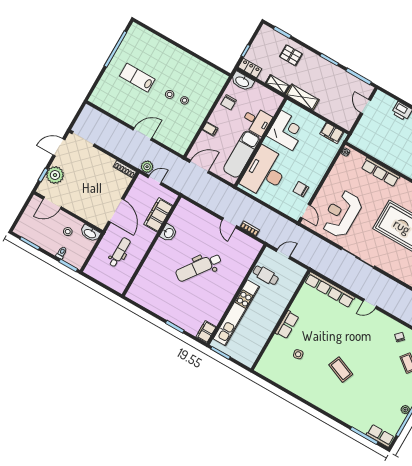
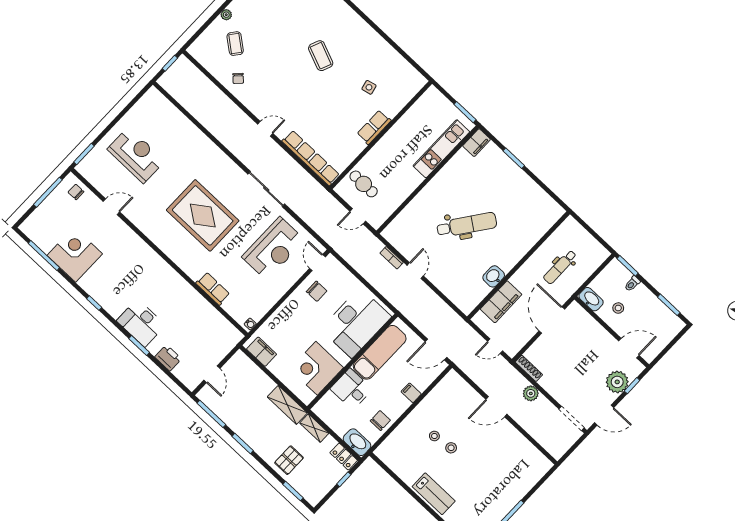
pallet: (291, 55) -> (289, 460), turned 90
lab bench: (137, 78) -> (434, 494), moved
plant: (147, 167) -> (531, 393), moved
row of seats: (380, 172) -> (213, 289), width x0.68
cafe table: (266, 275) -> (364, 184), moved
kitchen unit: (236, 313) -> (441, 149), width x0.73

